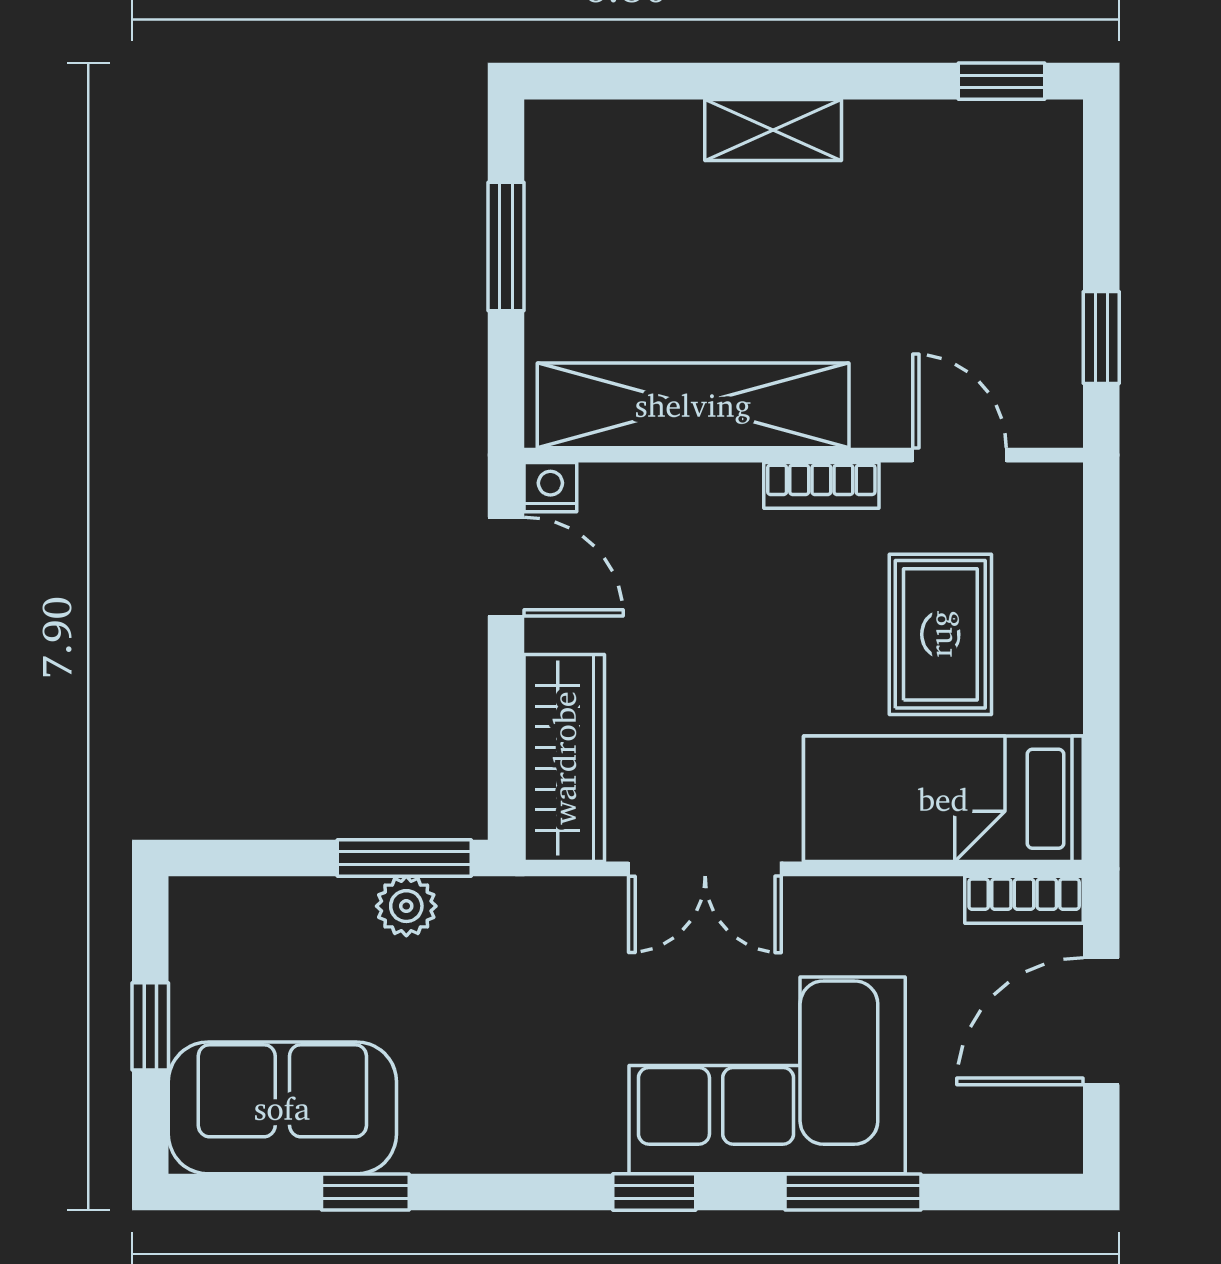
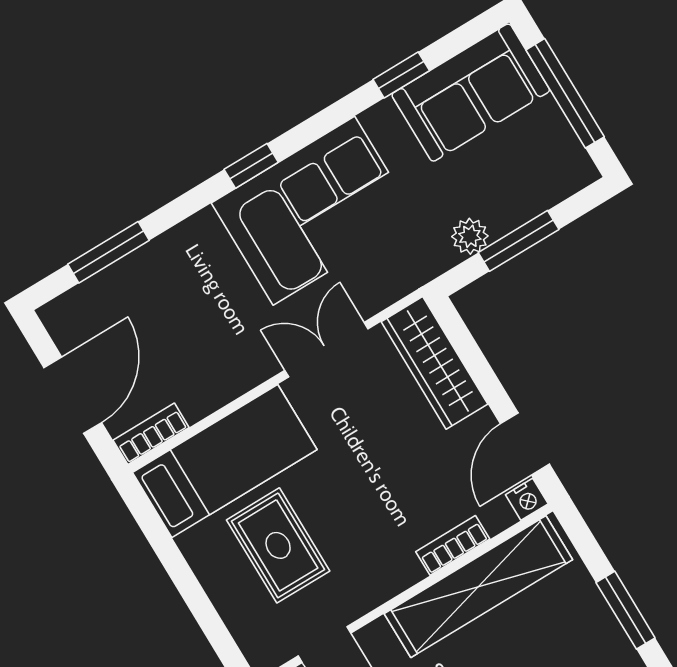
bookcase: (821, 485) -> (453, 545), moved
door: (506, 567) -> (525, 444), hinge flipped
window: (404, 858) -> (519, 241), moved
window: (150, 1026) -> (565, 93), width x2.17
corner sofa: (767, 1075) -> (314, 211), moved
window: (853, 1192) -> (109, 252), moved

